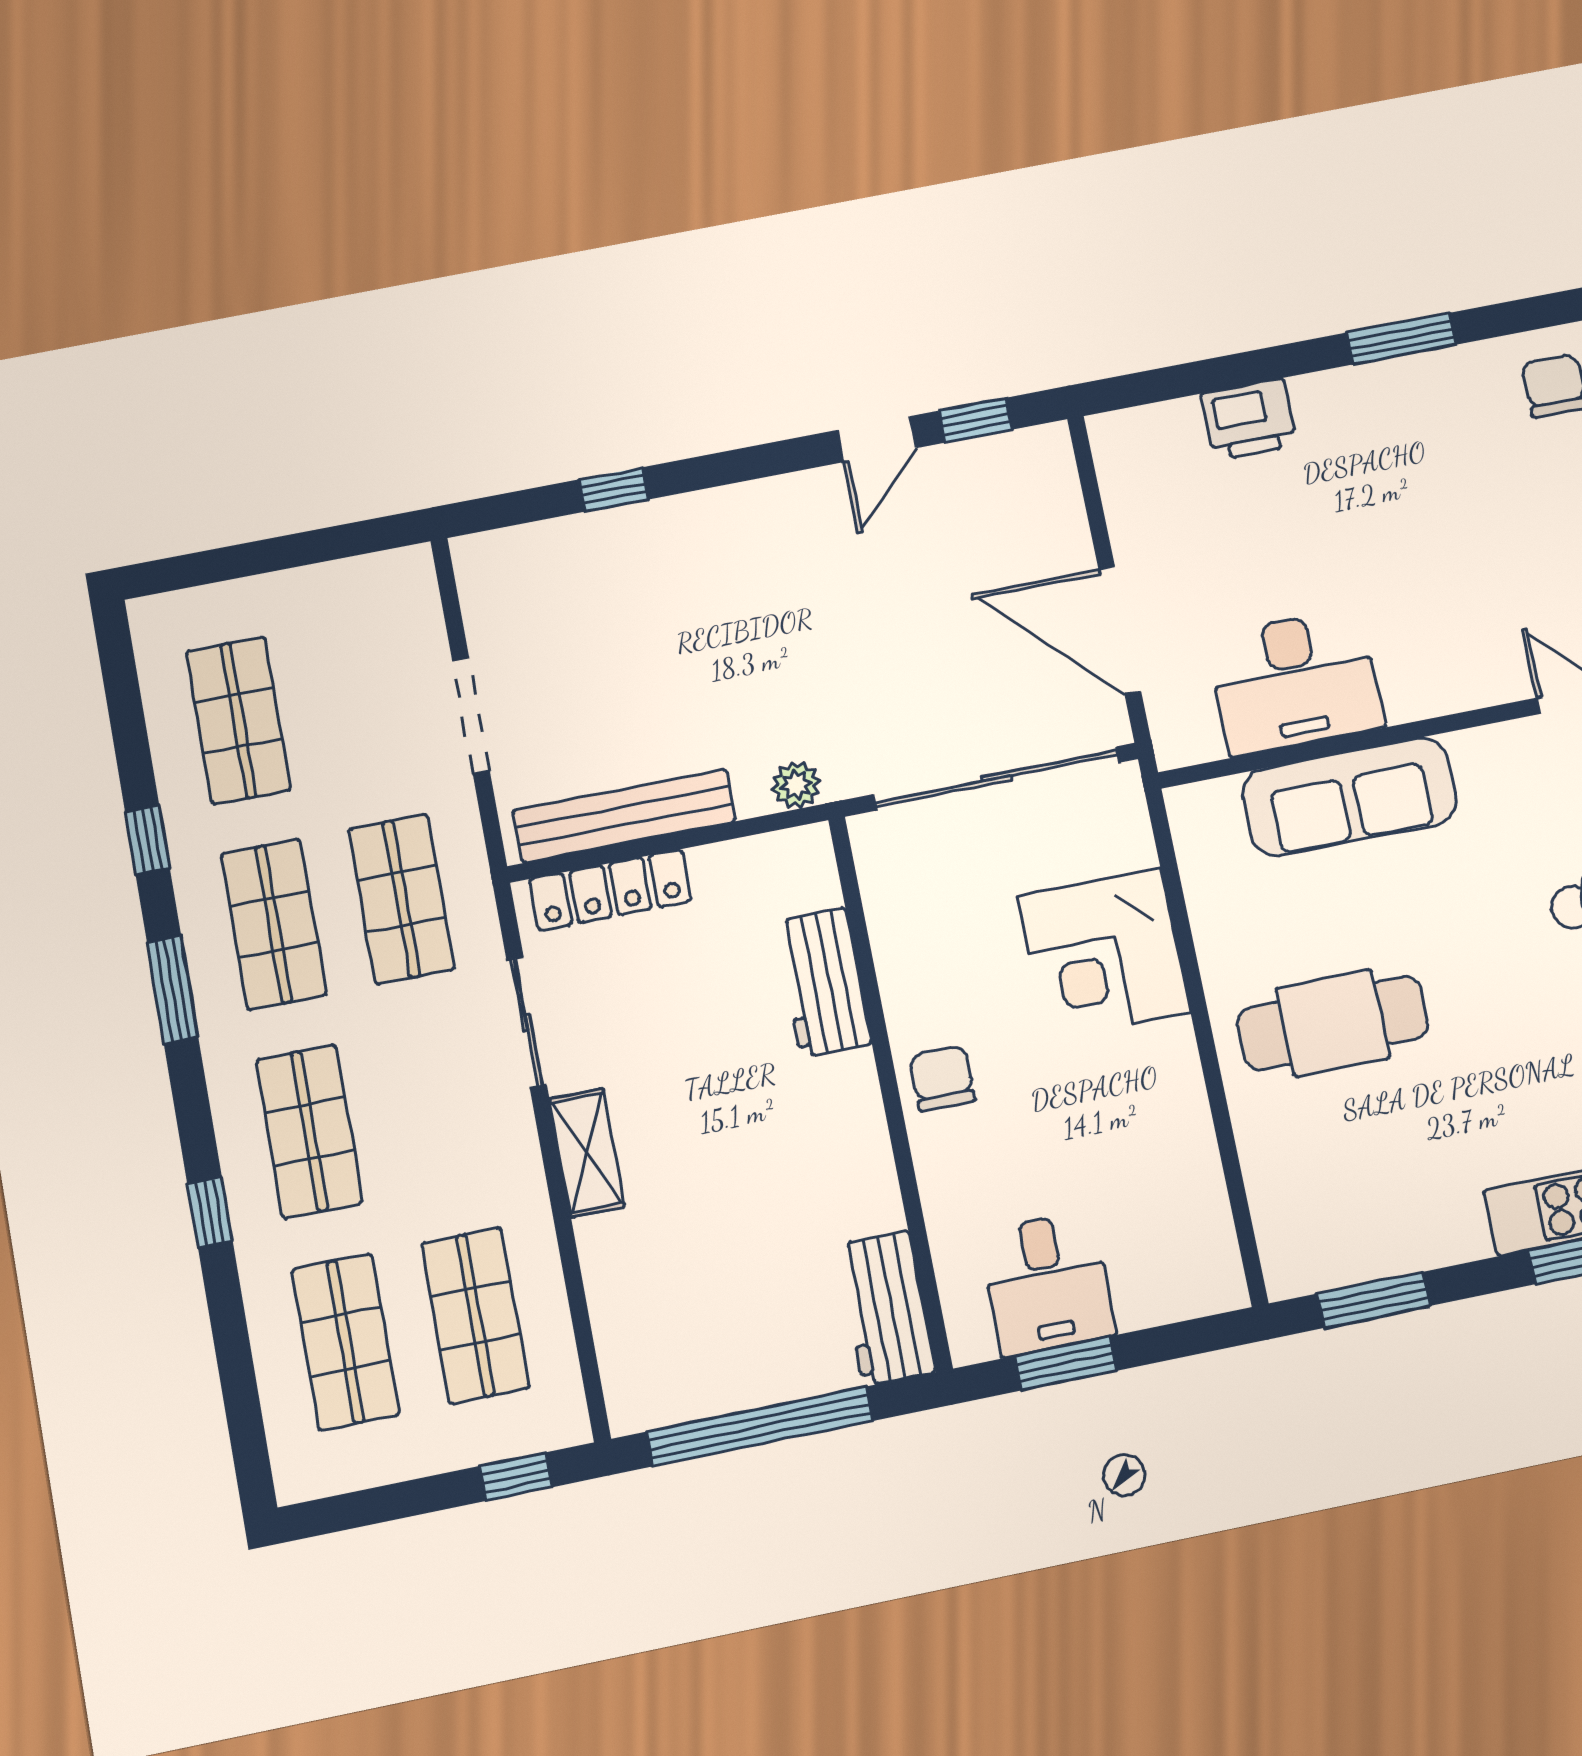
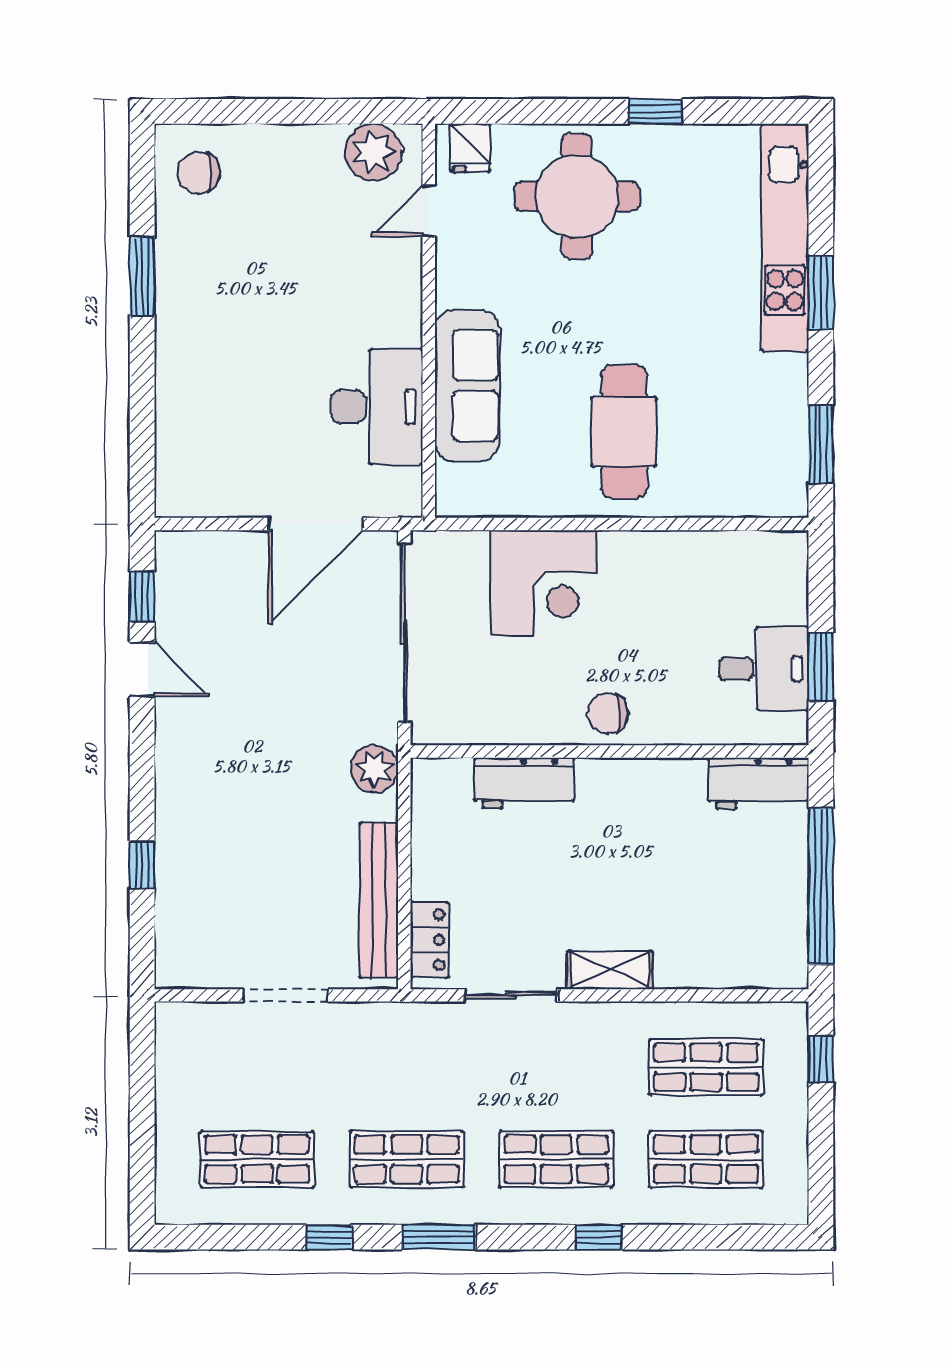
printer: (1249, 419) -> (180, 399), removed
plant: (796, 785) -> (374, 769), width x1.38, depth x1.38
locker: (610, 890) -> (429, 940), width x0.66
shop shelf: (401, 899) -> (407, 1067), removed

